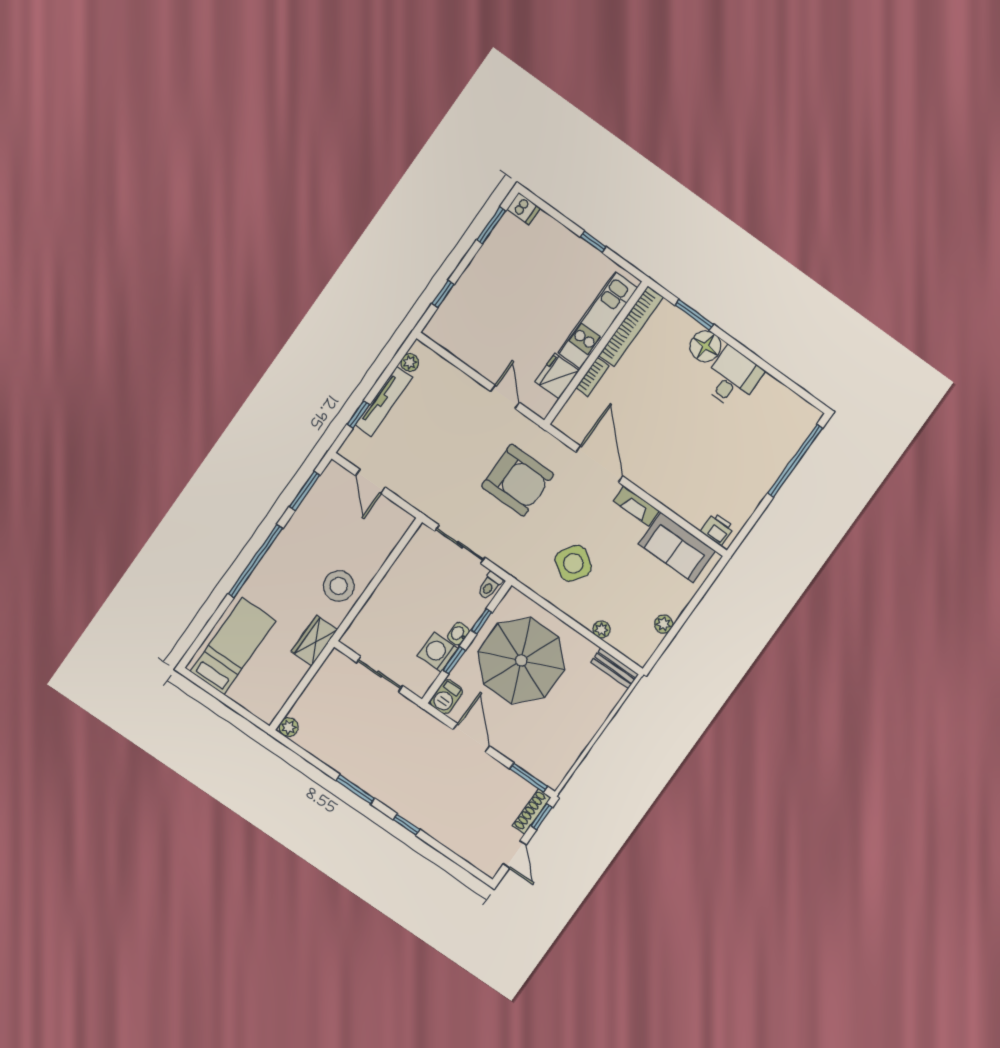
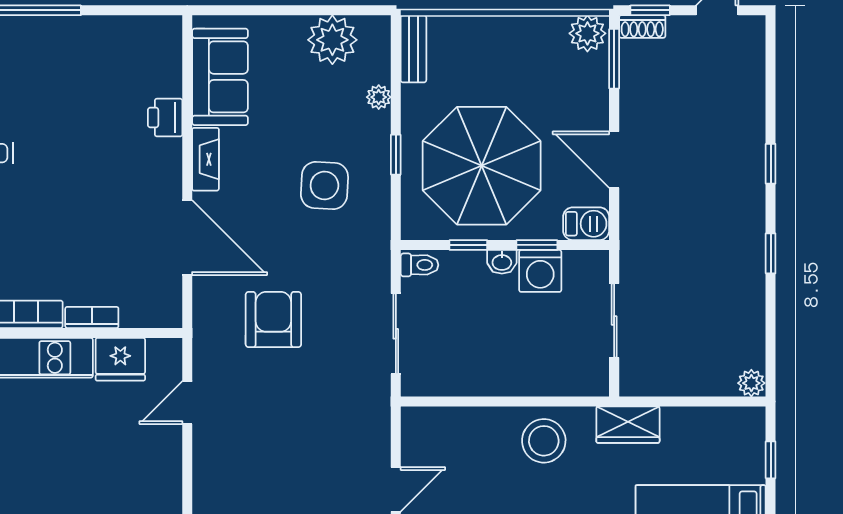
door: (599, 464) -> (187, 238), swing flipped
armchair: (518, 480) -> (273, 320), width x0.73, depth x0.73
printer: (717, 529) -> (165, 118), moved
side table: (573, 563) -> (324, 185), turned -31
window: (562, 616) -> (396, 155), added
plant: (664, 624) -> (332, 40), width x1.88, depth x1.88
window: (237, 708) -> (771, 460), added
door: (471, 738) -> (614, 160), hinge flipped
plant: (554, 773) -> (587, 33), added
window: (355, 789) -> (771, 253), width x0.67
shoe rack: (532, 812) -> (642, 26), width x0.70

